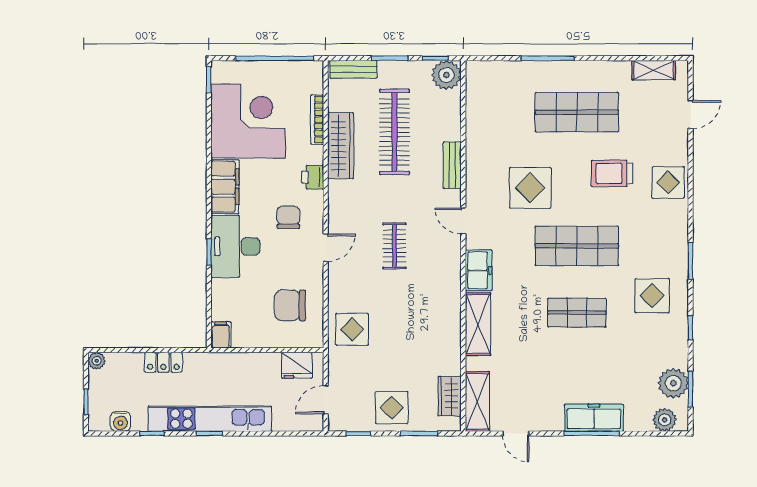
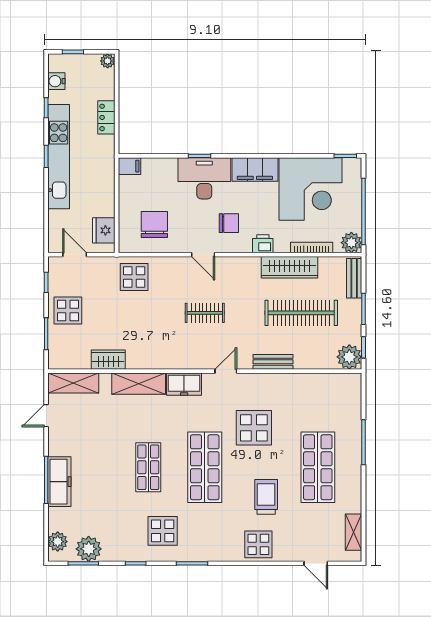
plant: (311, 73) -> (351, 243), added
wardrobe: (450, 396) -> (108, 360), moved

